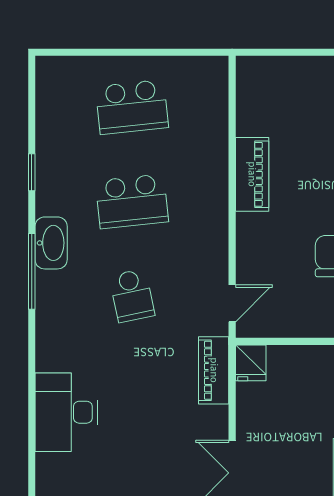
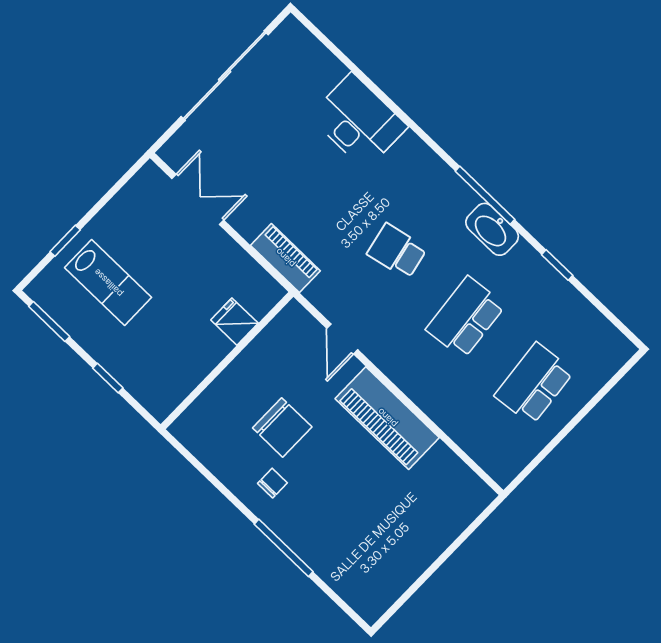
piano: (252, 174) -> (387, 418), width x1.37, depth x1.33
door: (232, 303) -> (342, 339), moved
fridge: (251, 363) -> (234, 322), moved

